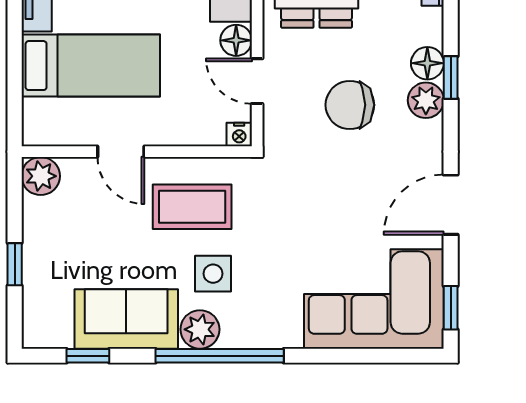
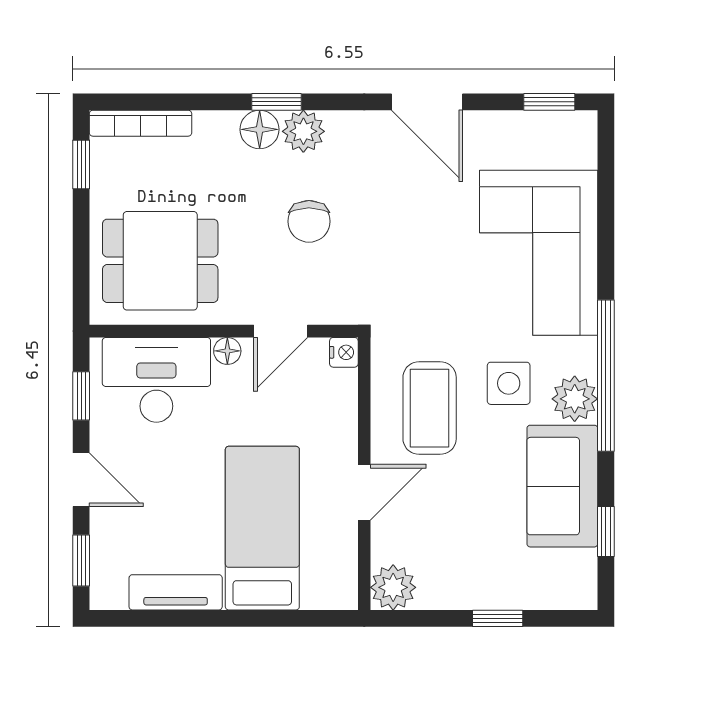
floor lamp: (236, 40) -> (227, 351), width x0.73, depth x0.73
chair: (350, 105) -> (309, 221), width x0.73, depth x0.73
corner sofa: (374, 299) -> (539, 253), moved

